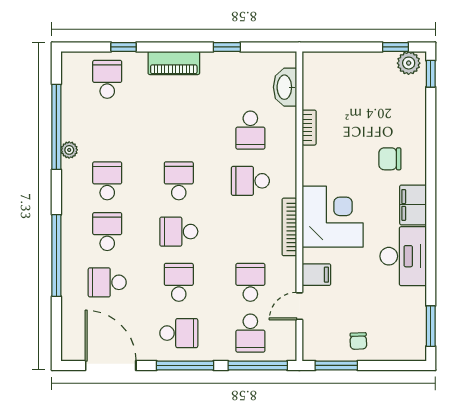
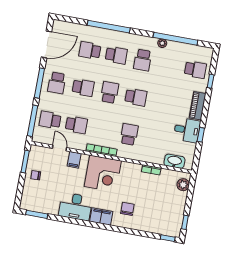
plant: (409, 63) -> (183, 185), moved
desk: (223, 74) -> (187, 130), added
school desk: (250, 130) -> (155, 139), removed
school desk: (107, 181) -> (143, 60), turned 90
school desk: (107, 282) -> (90, 50), turned -90

